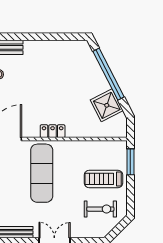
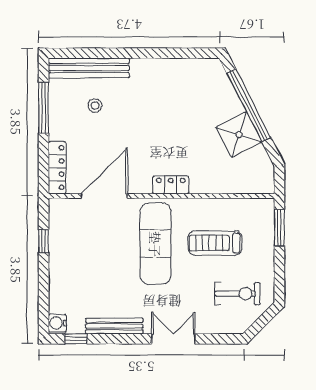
shower: (107, 105) -> (239, 135), moved
treadmill: (103, 179) -> (215, 243), moved

